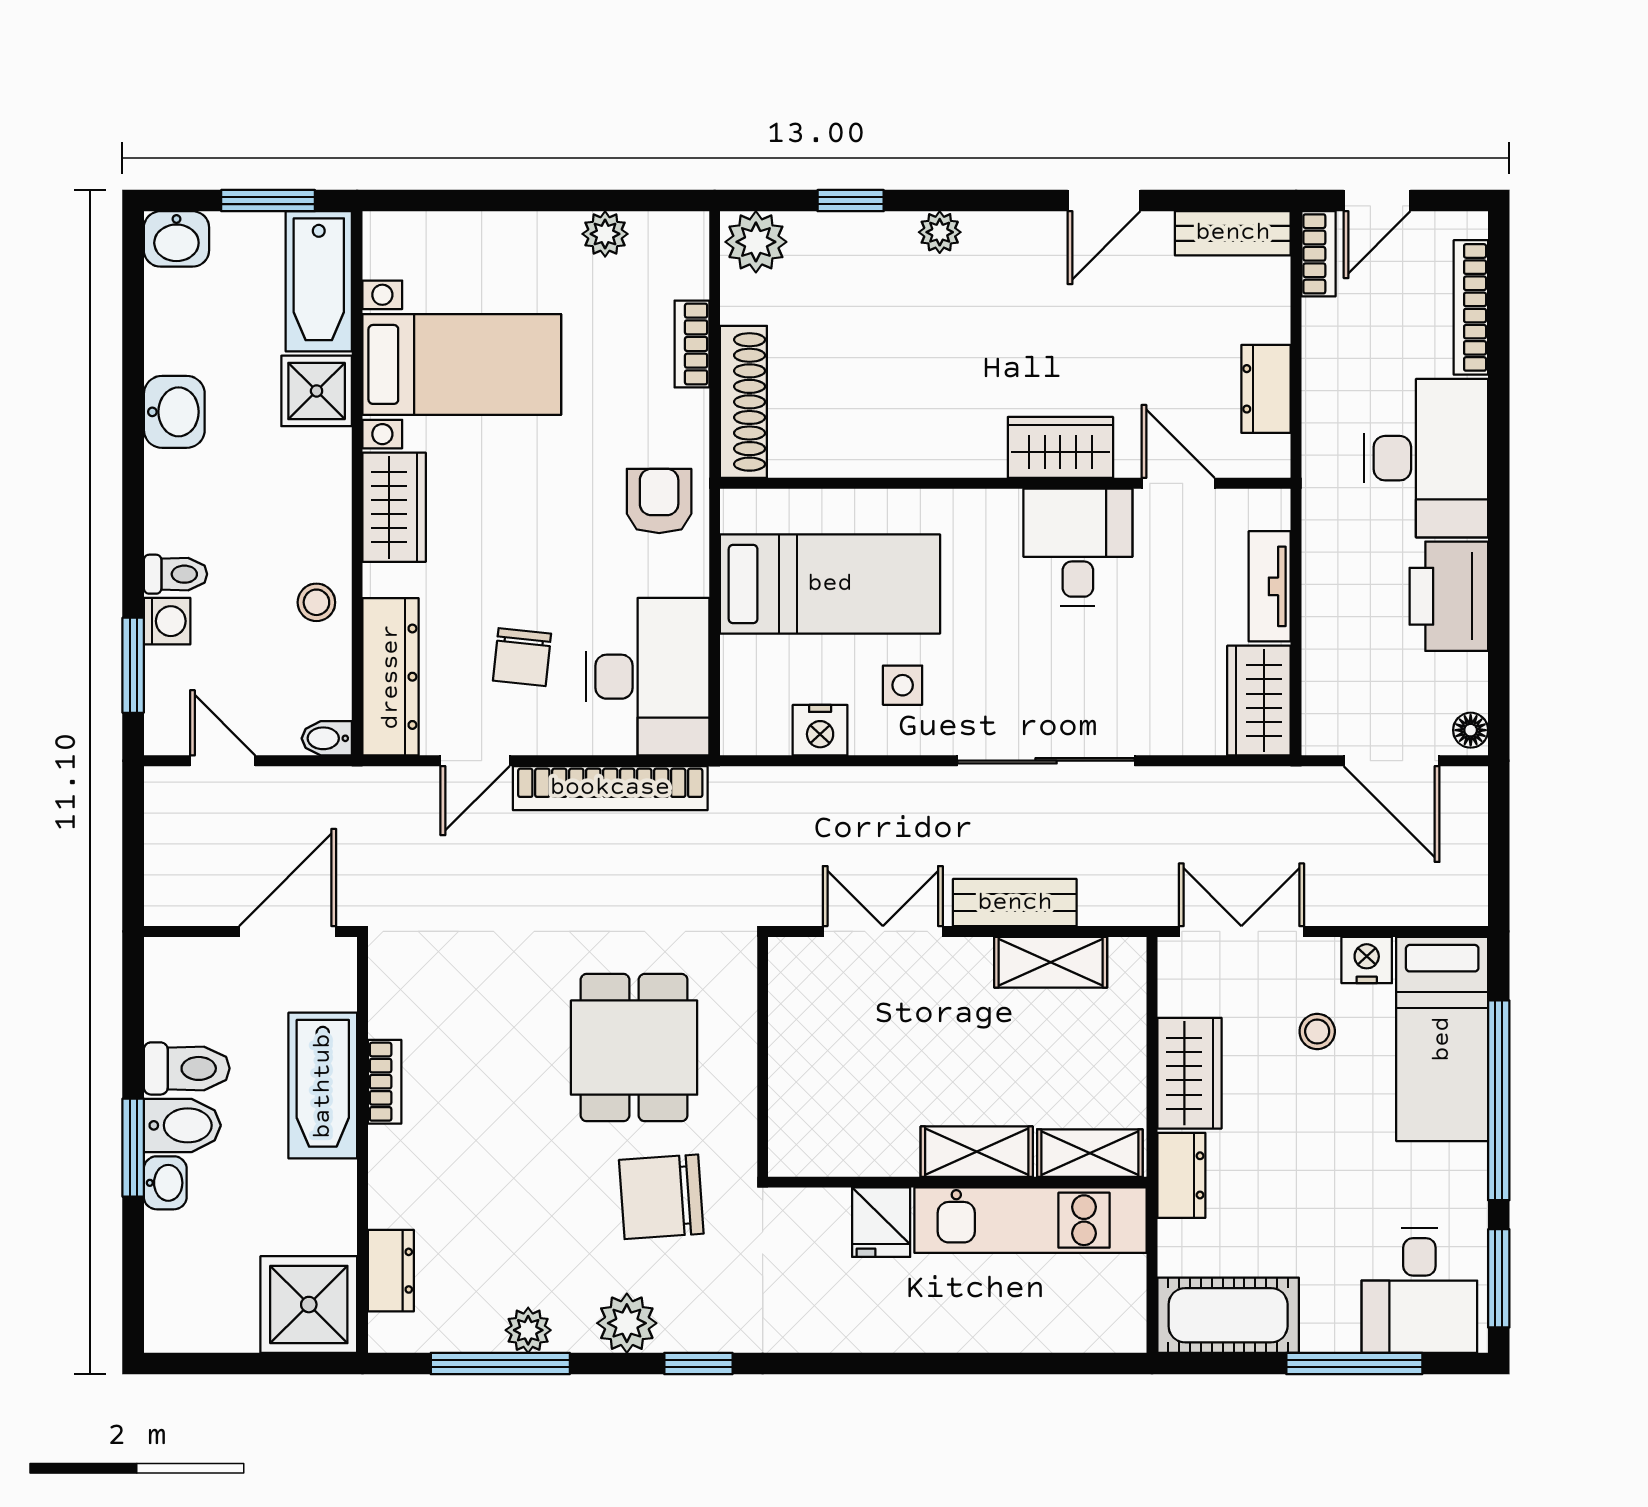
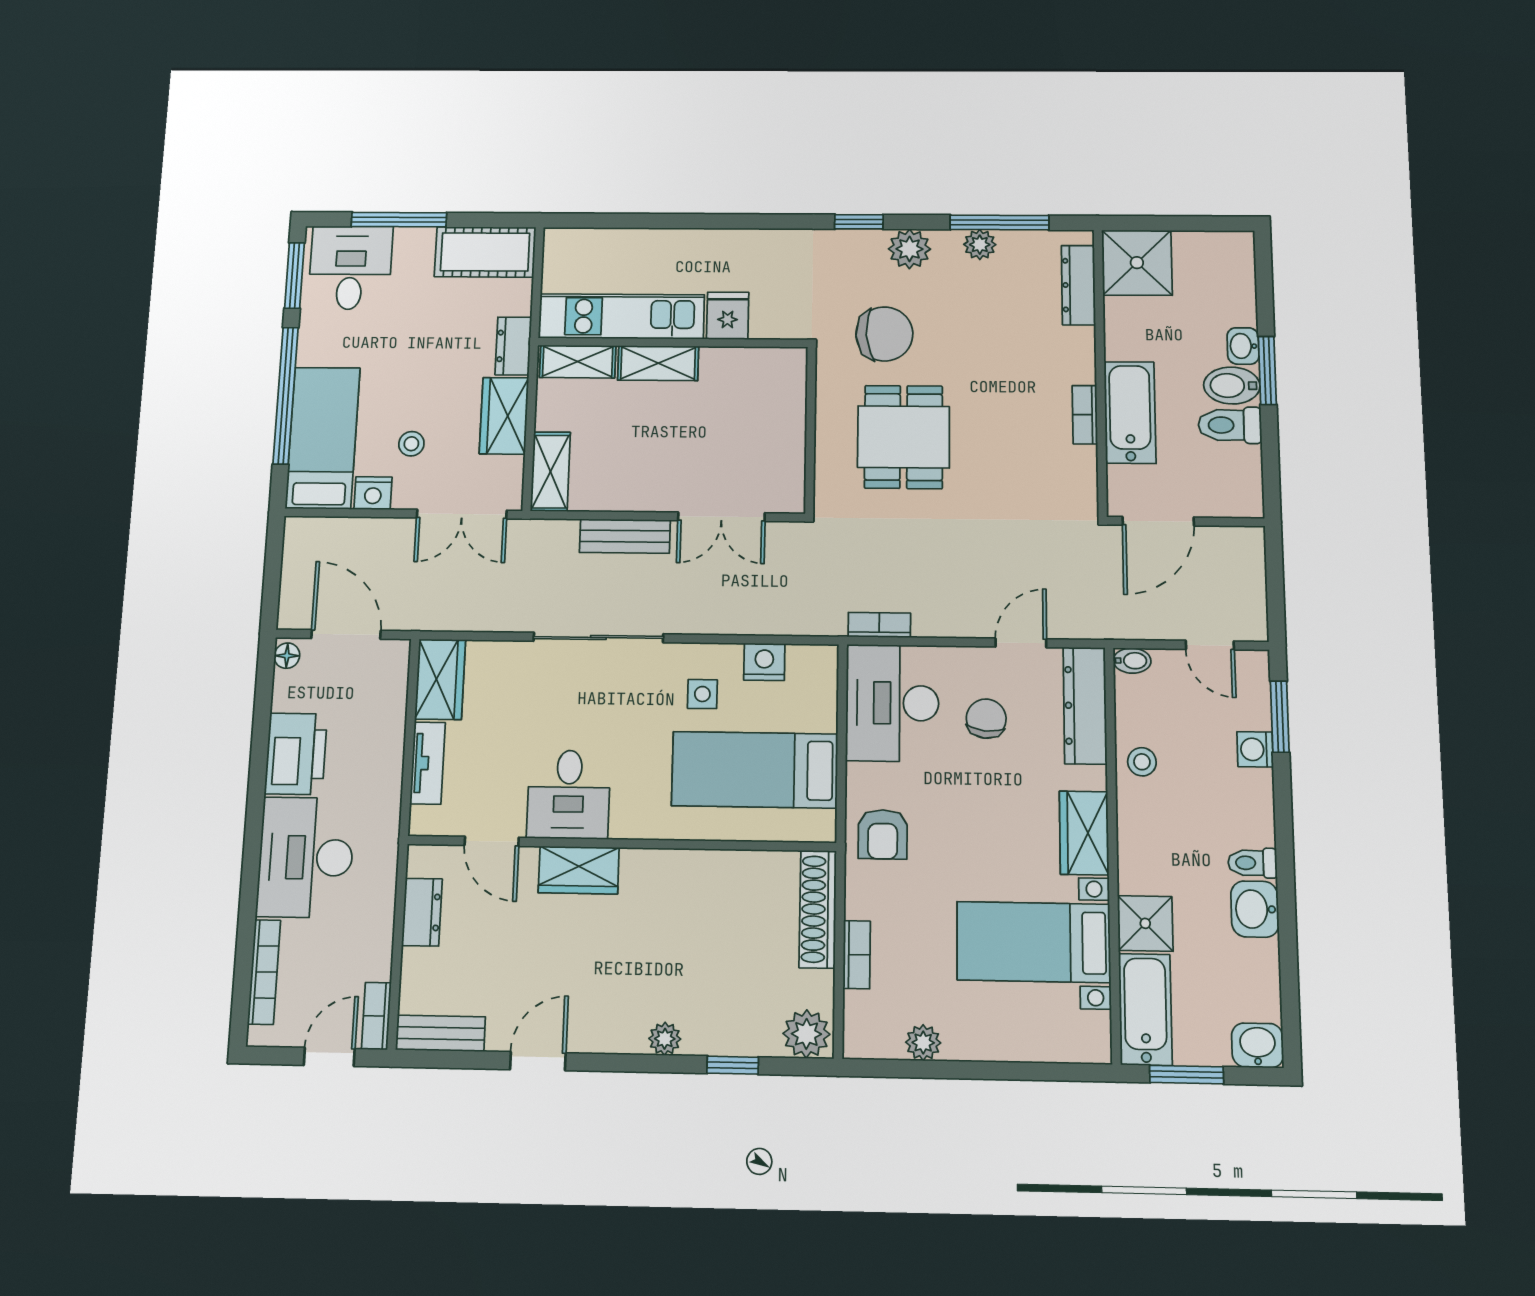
toilet: (175, 574) -> (1252, 863), moved
bookcase: (610, 788) -> (879, 625), width x0.43, depth x0.76
shelving: (1051, 962) -> (550, 472), moved, turned 90
dresser: (391, 1271) -> (1078, 285), width x1.44

